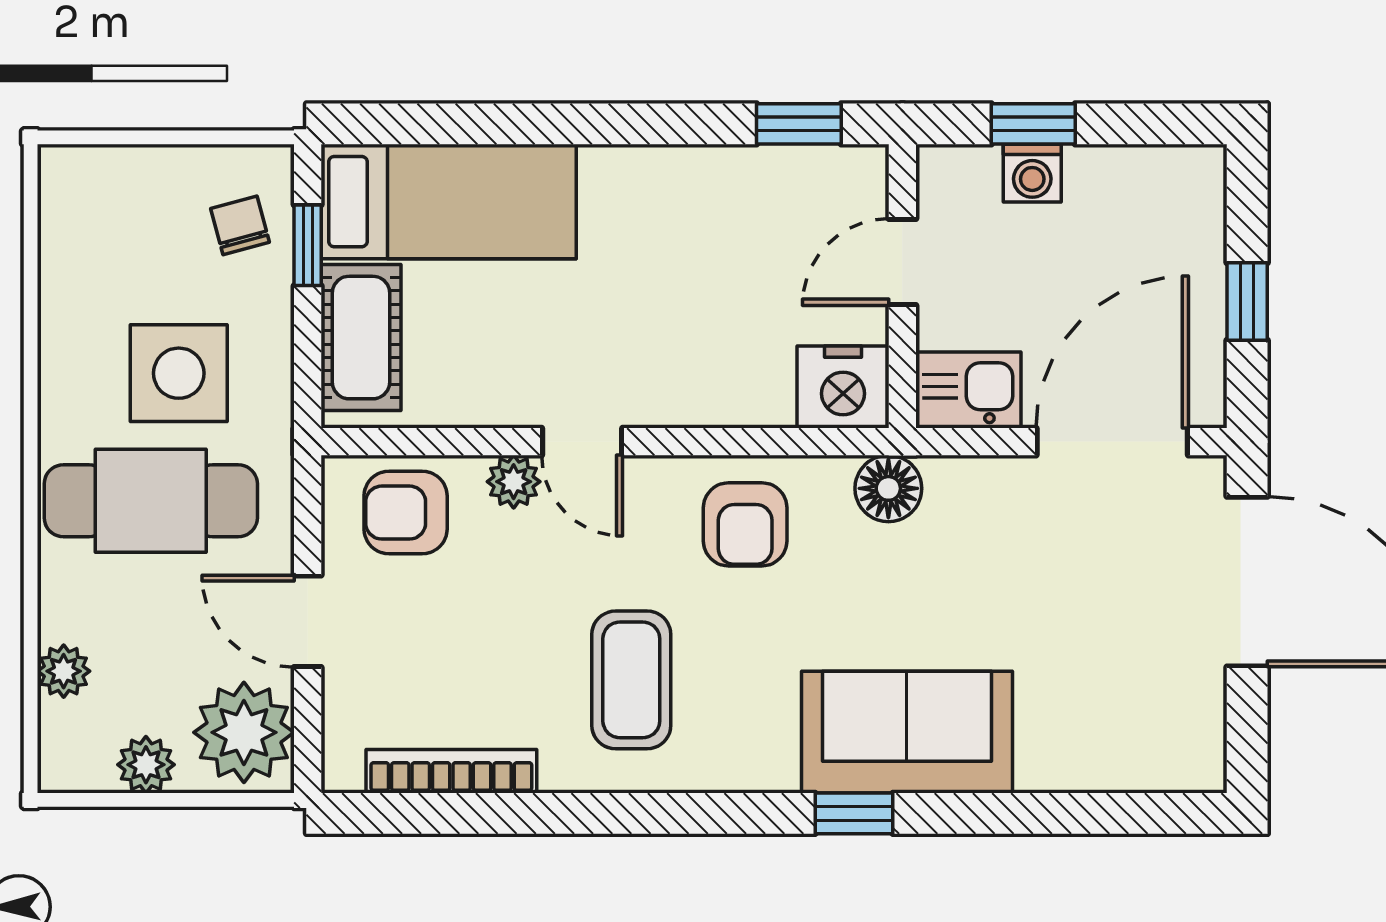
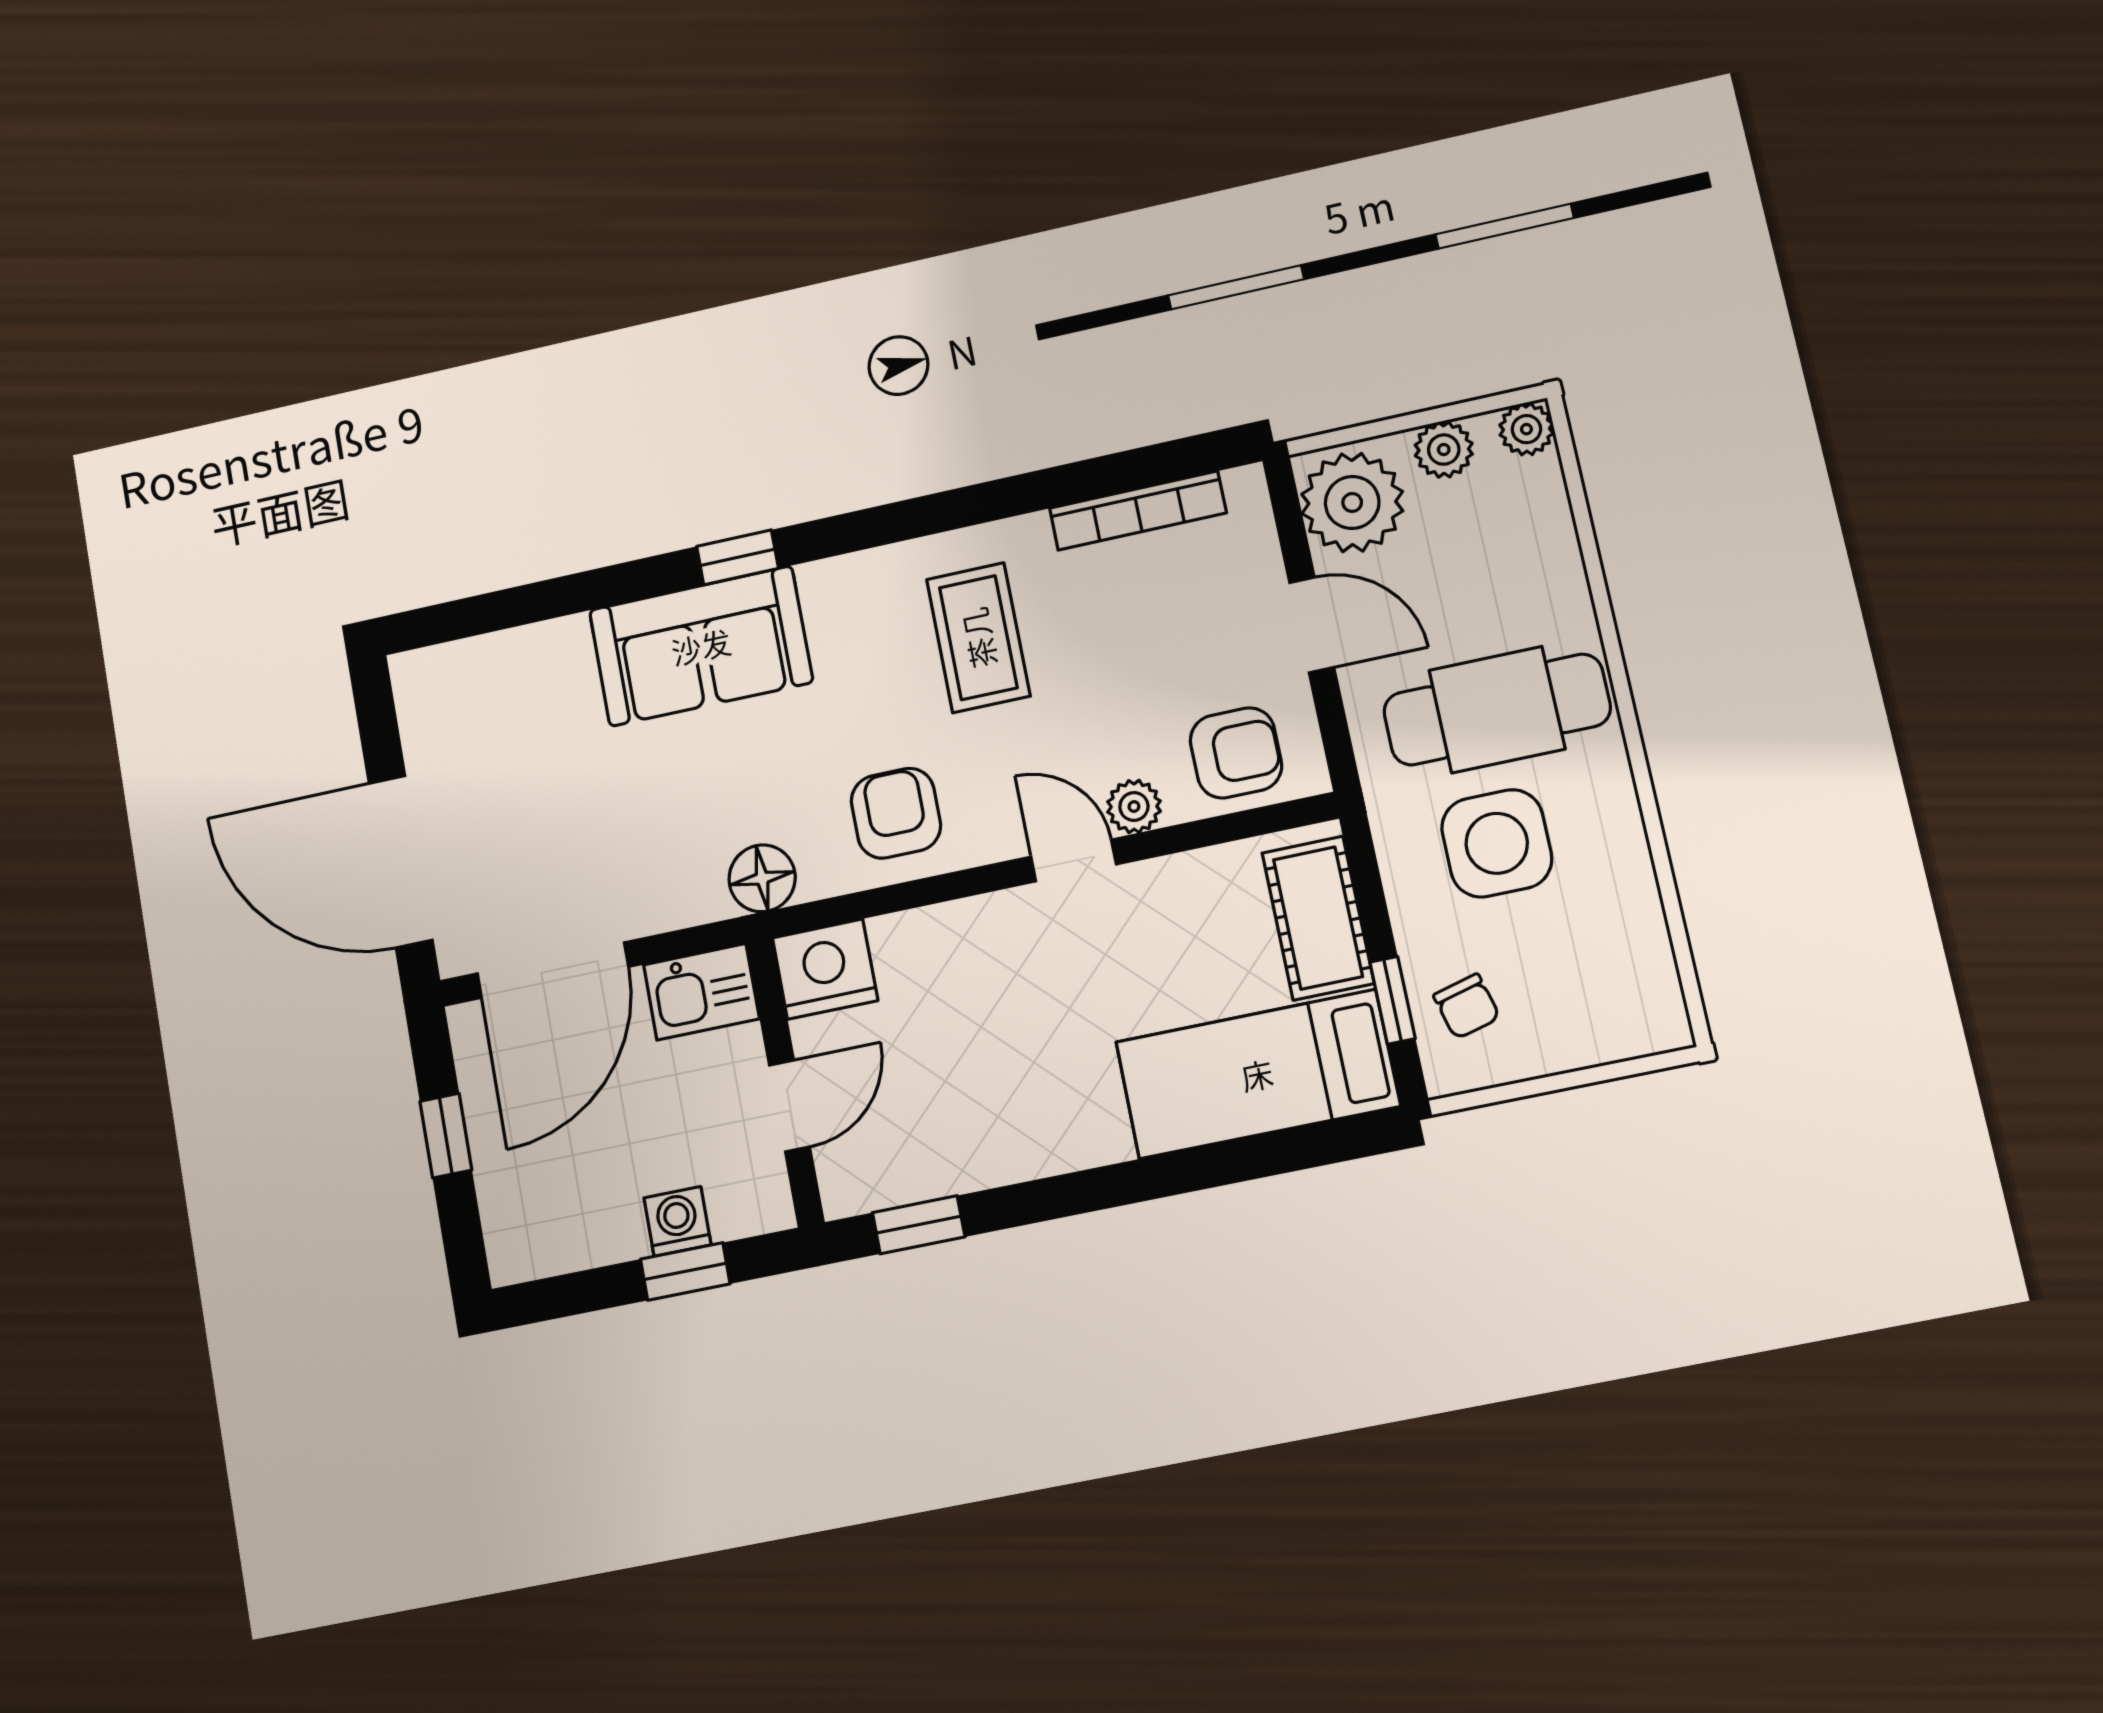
plant: (64, 671) -> (1526, 429), moved

